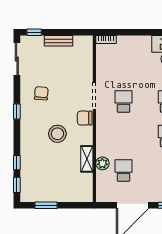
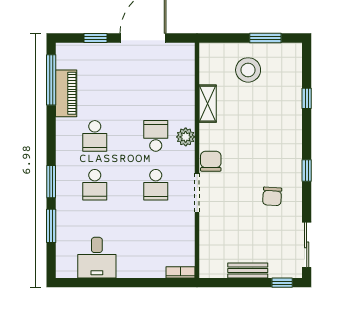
chair: (85, 118) -> (211, 161), turned -90
stool: (57, 134) -> (248, 70), moved
plant: (102, 163) -> (186, 137), moved
school desk: (124, 171) -> (156, 136), moved, turned 180
window: (17, 185) -> (307, 67), removed

